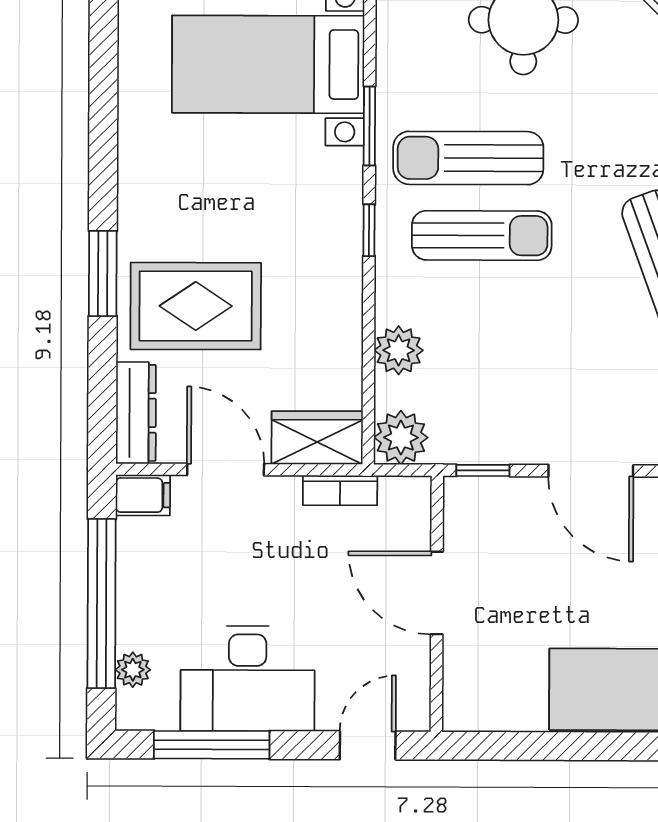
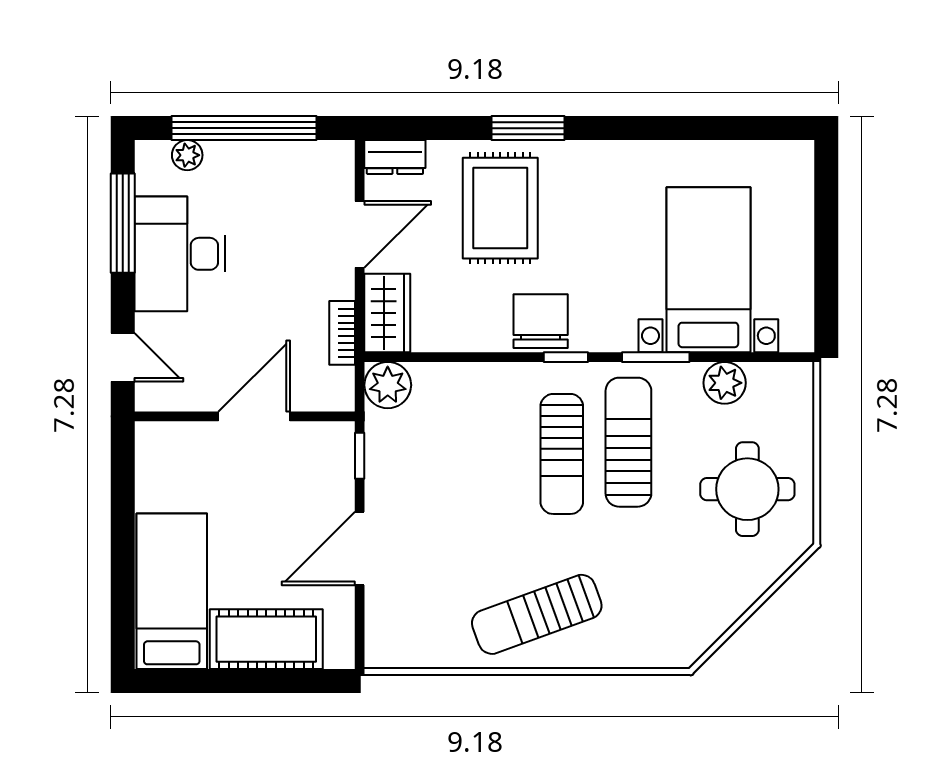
chair: (327, 259) -> (541, 321), added
plant: (399, 350) -> (725, 383), moved
dresser: (136, 413) -> (395, 157), width x0.70
filing cabinet: (143, 495) -> (337, 163), removed

